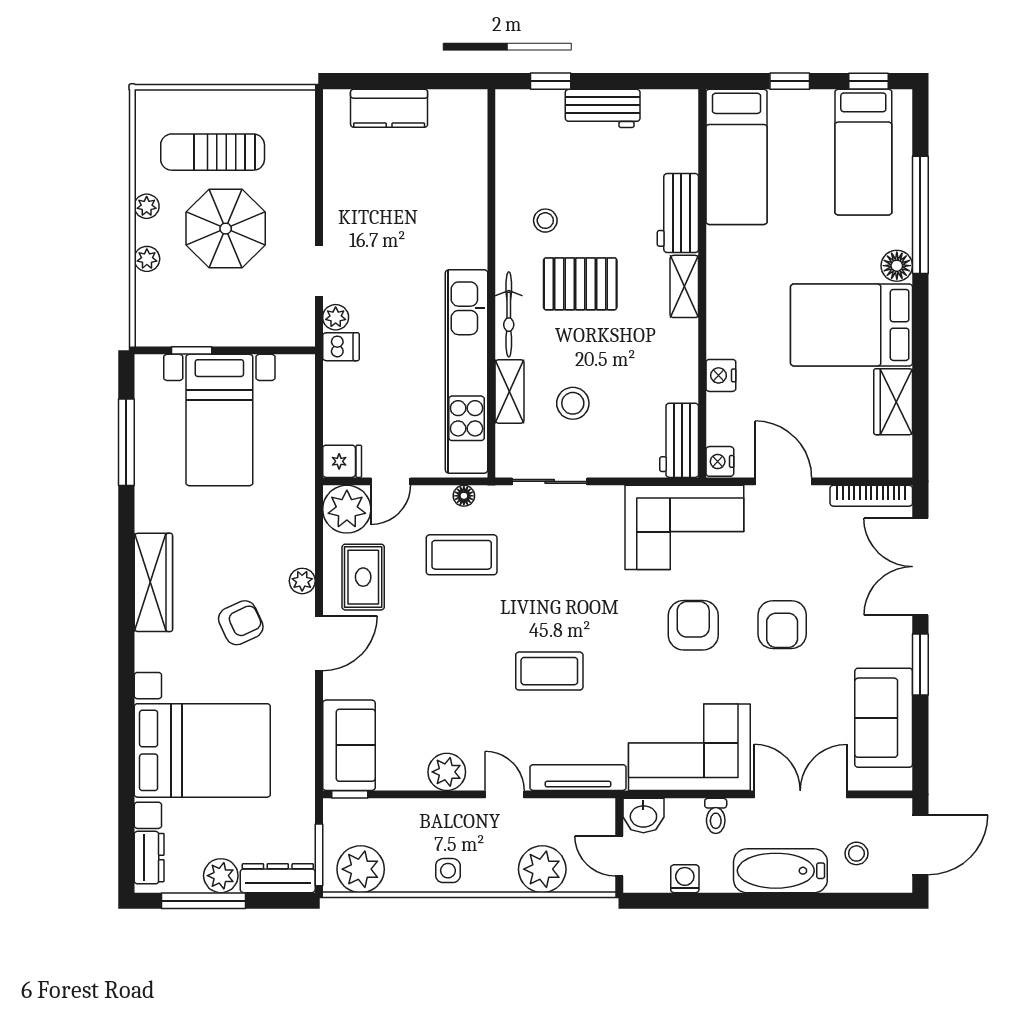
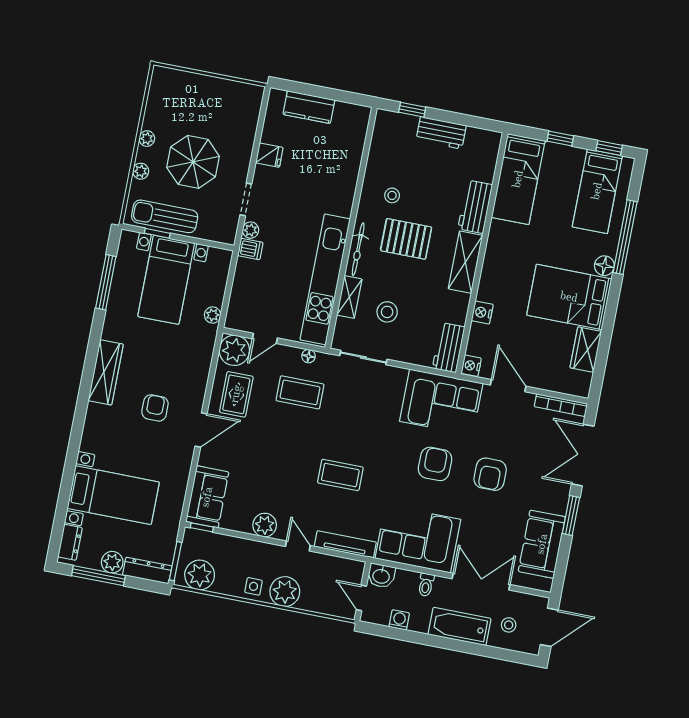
sun lounger: (213, 152) -> (165, 216), moved
shelving: (684, 286) -> (465, 262), width x1.50, depth x1.33
fridge: (342, 461) -> (269, 155), moved
plant: (302, 581) -> (213, 315), moved
armchair: (241, 623) -> (155, 408), turned -65
bed with nightstands: (202, 750) -> (113, 495), width x0.73
plant: (542, 869) -> (285, 592), moved

